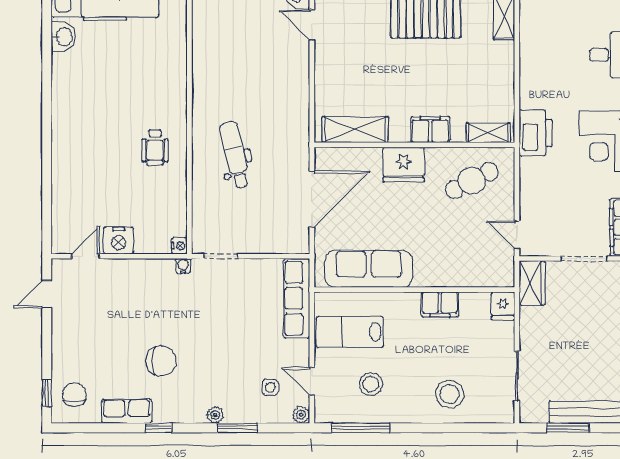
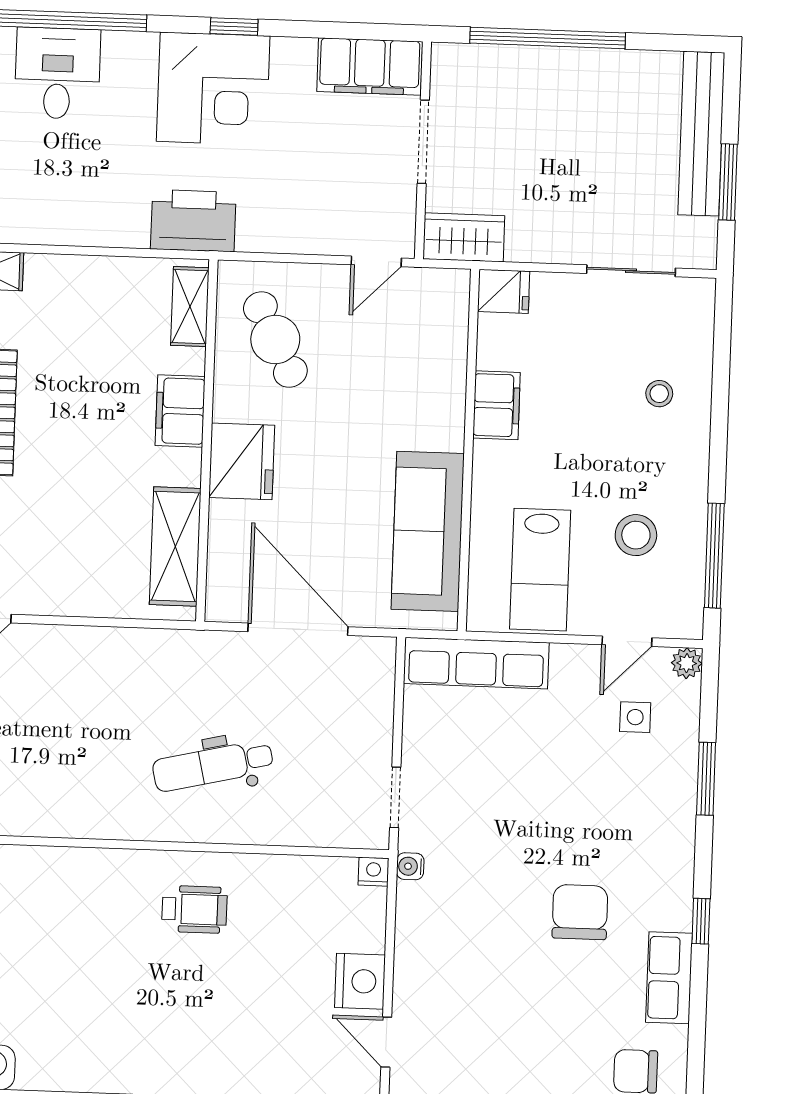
stool: (450, 394) -> (659, 394), width x0.53, depth x0.53
plant: (215, 415) -> (681, 818), removed

